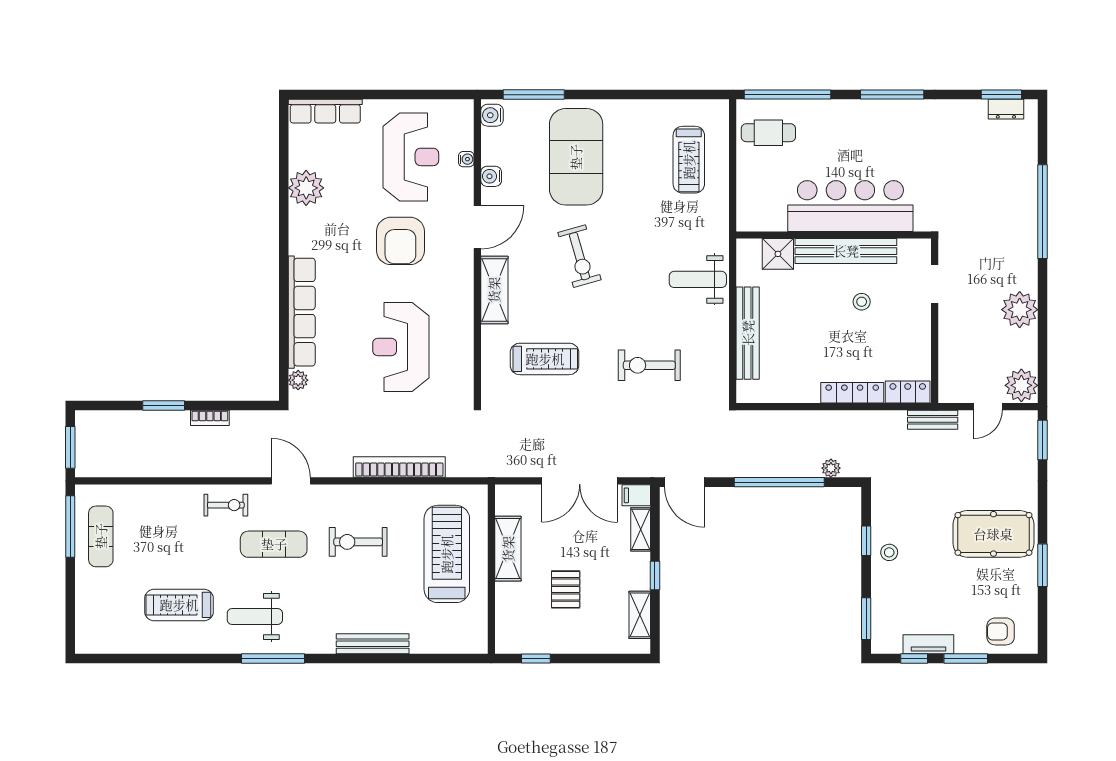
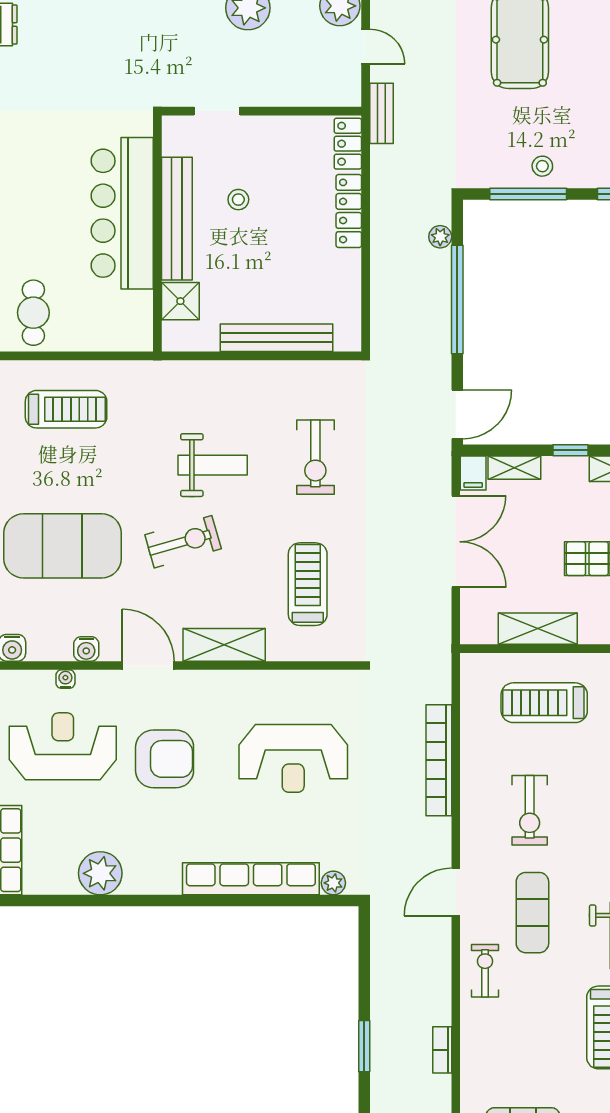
weight bench: (698, 279) -> (213, 465), moved, turned -90
bookcase: (210, 418) -> (442, 1050), moved, turned 180
window: (866, 541) -> (528, 194), width x2.17
treadmill: (447, 554) -> (544, 703), width x0.73, depth x0.73

